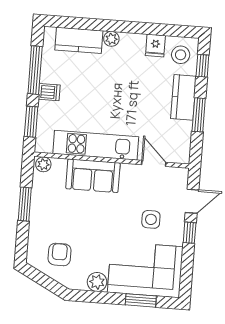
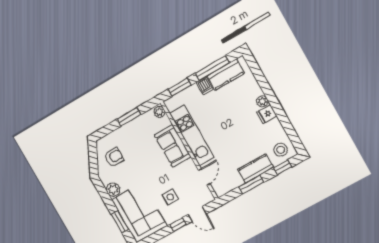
kitchen counter: (79, 40) -> (226, 75), moved, turned -90
fridge: (155, 45) -> (267, 114), moved

